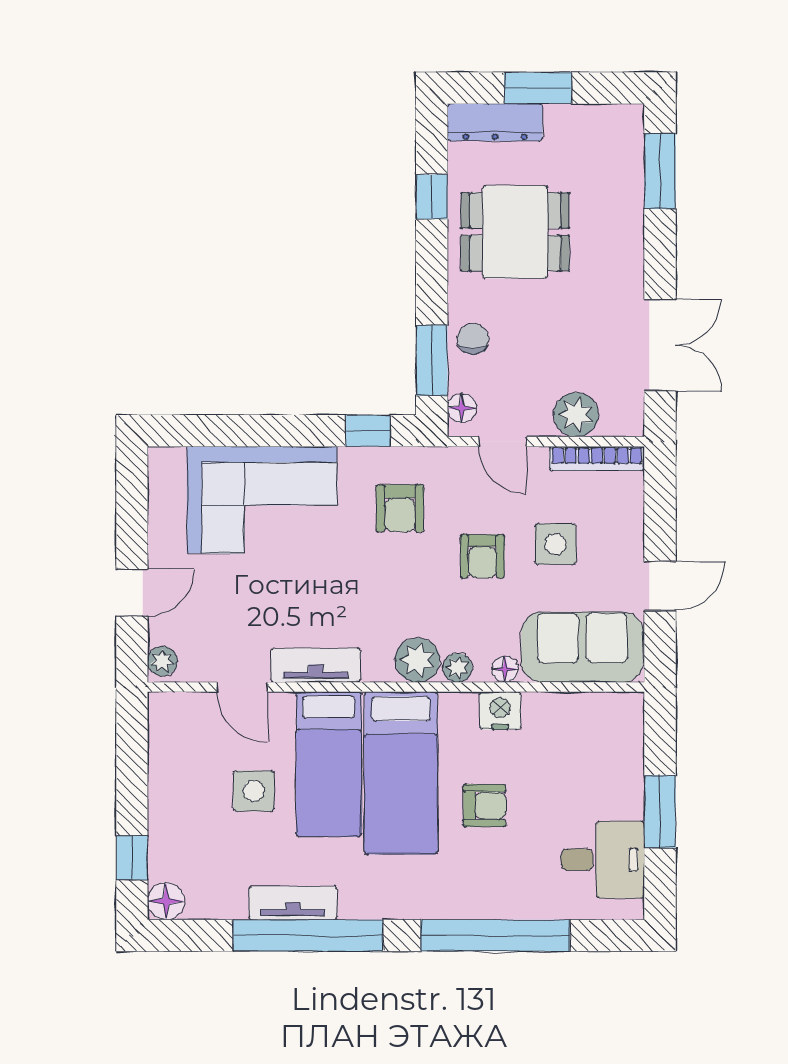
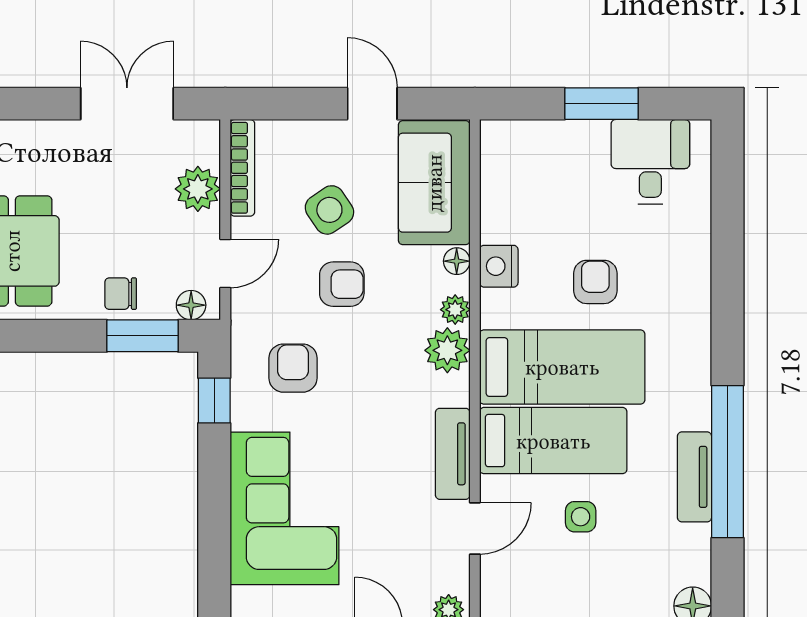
armchair: (400, 508) -> (293, 368), turned -90
side table: (555, 544) -> (329, 210), turned -34
side table: (254, 791) -> (581, 517), width x0.73, depth x0.73
window: (495, 935) -> (728, 271), removed

